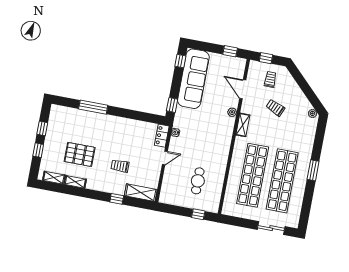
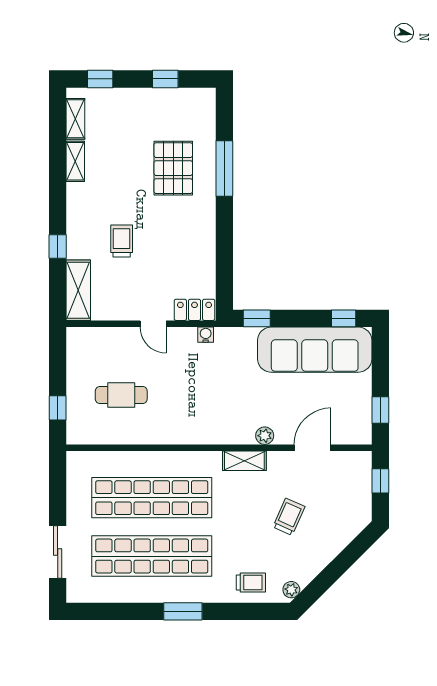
trolley: (270, 79) -> (251, 583), moved
window: (38, 150) -> (100, 79), moved
pallet: (80, 154) -> (173, 168), moved

